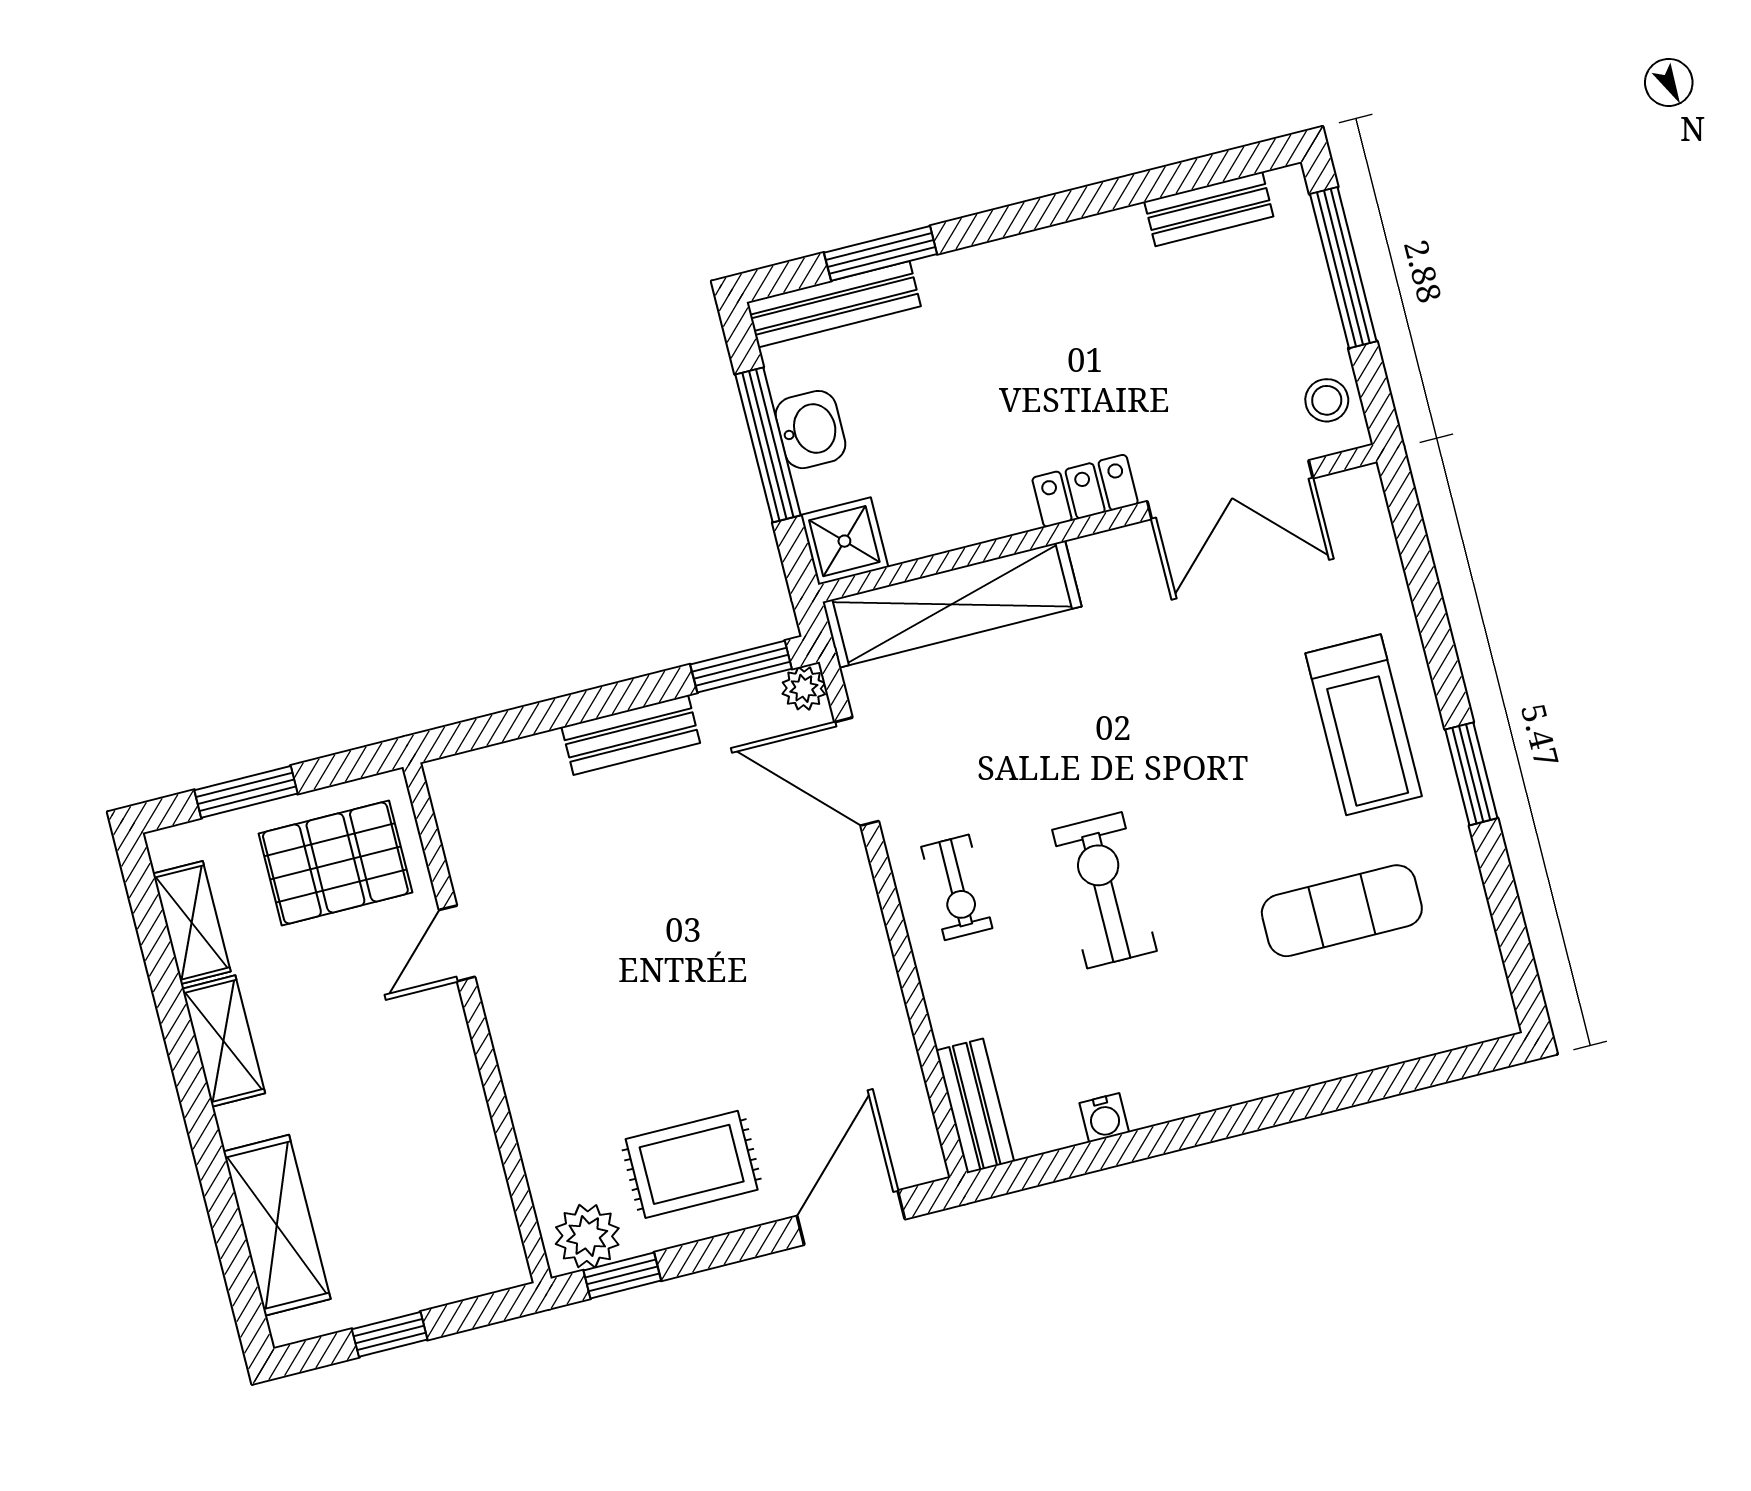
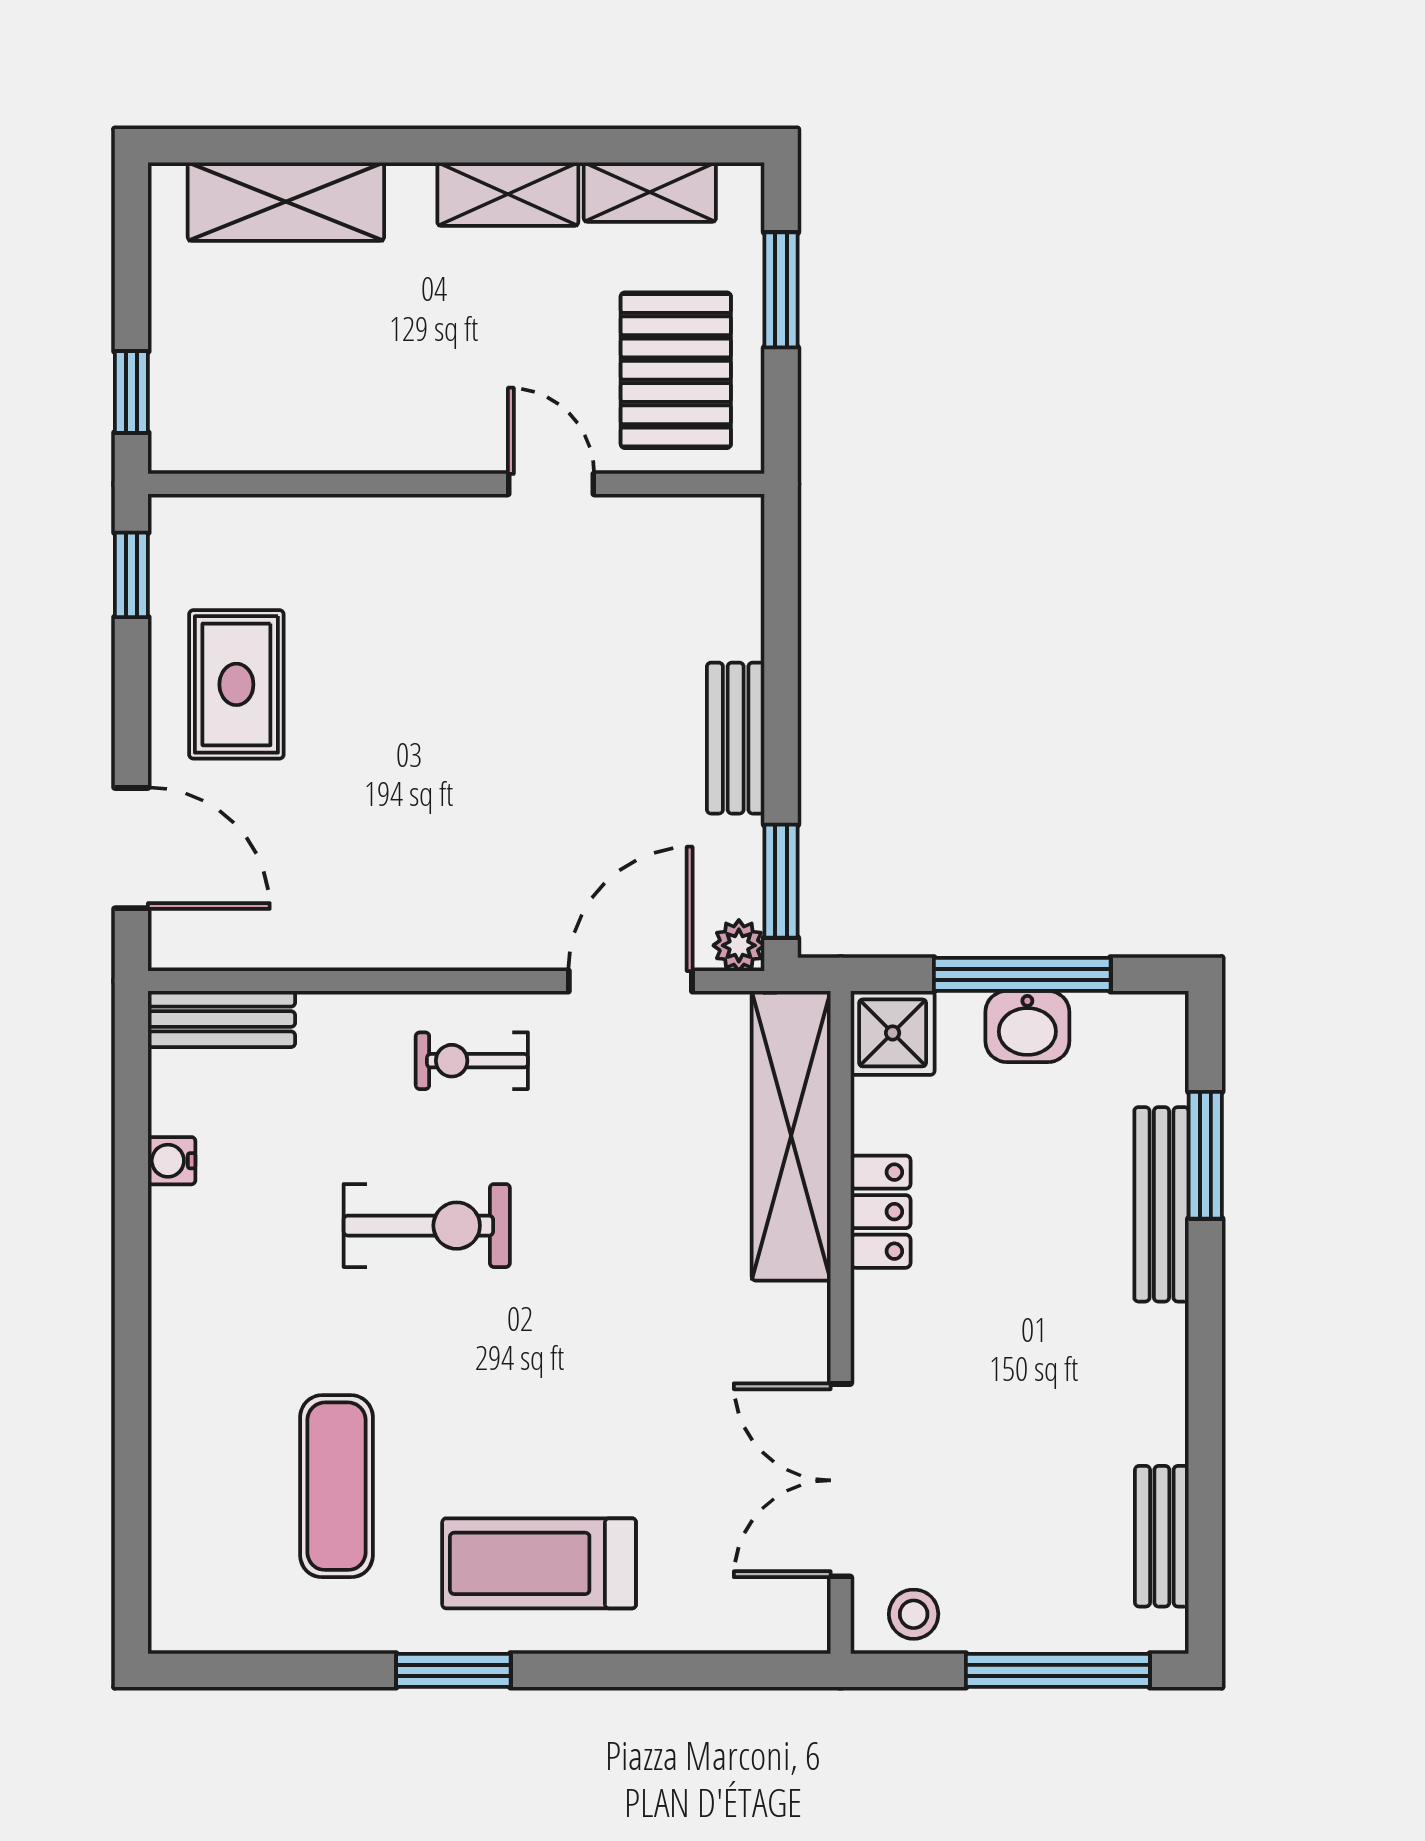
bench: (834, 304) -> (1161, 1204), moved
locker: (1085, 491) -> (881, 1212), moved
plant: (587, 1236) -> (186, 547), removed
window: (390, 1334) -> (131, 392), moved

